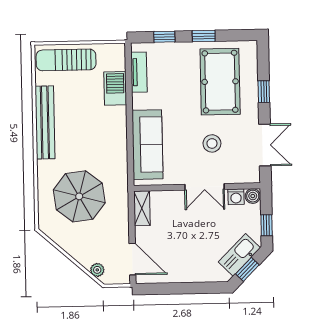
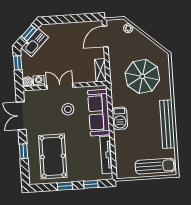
tv unit: (139, 72) -> (106, 155), width x1.41
barbecue: (115, 88) -> (120, 118), moved
stool: (212, 143) -> (68, 109), moved
door: (132, 259) -> (105, 36), hinge flipped

